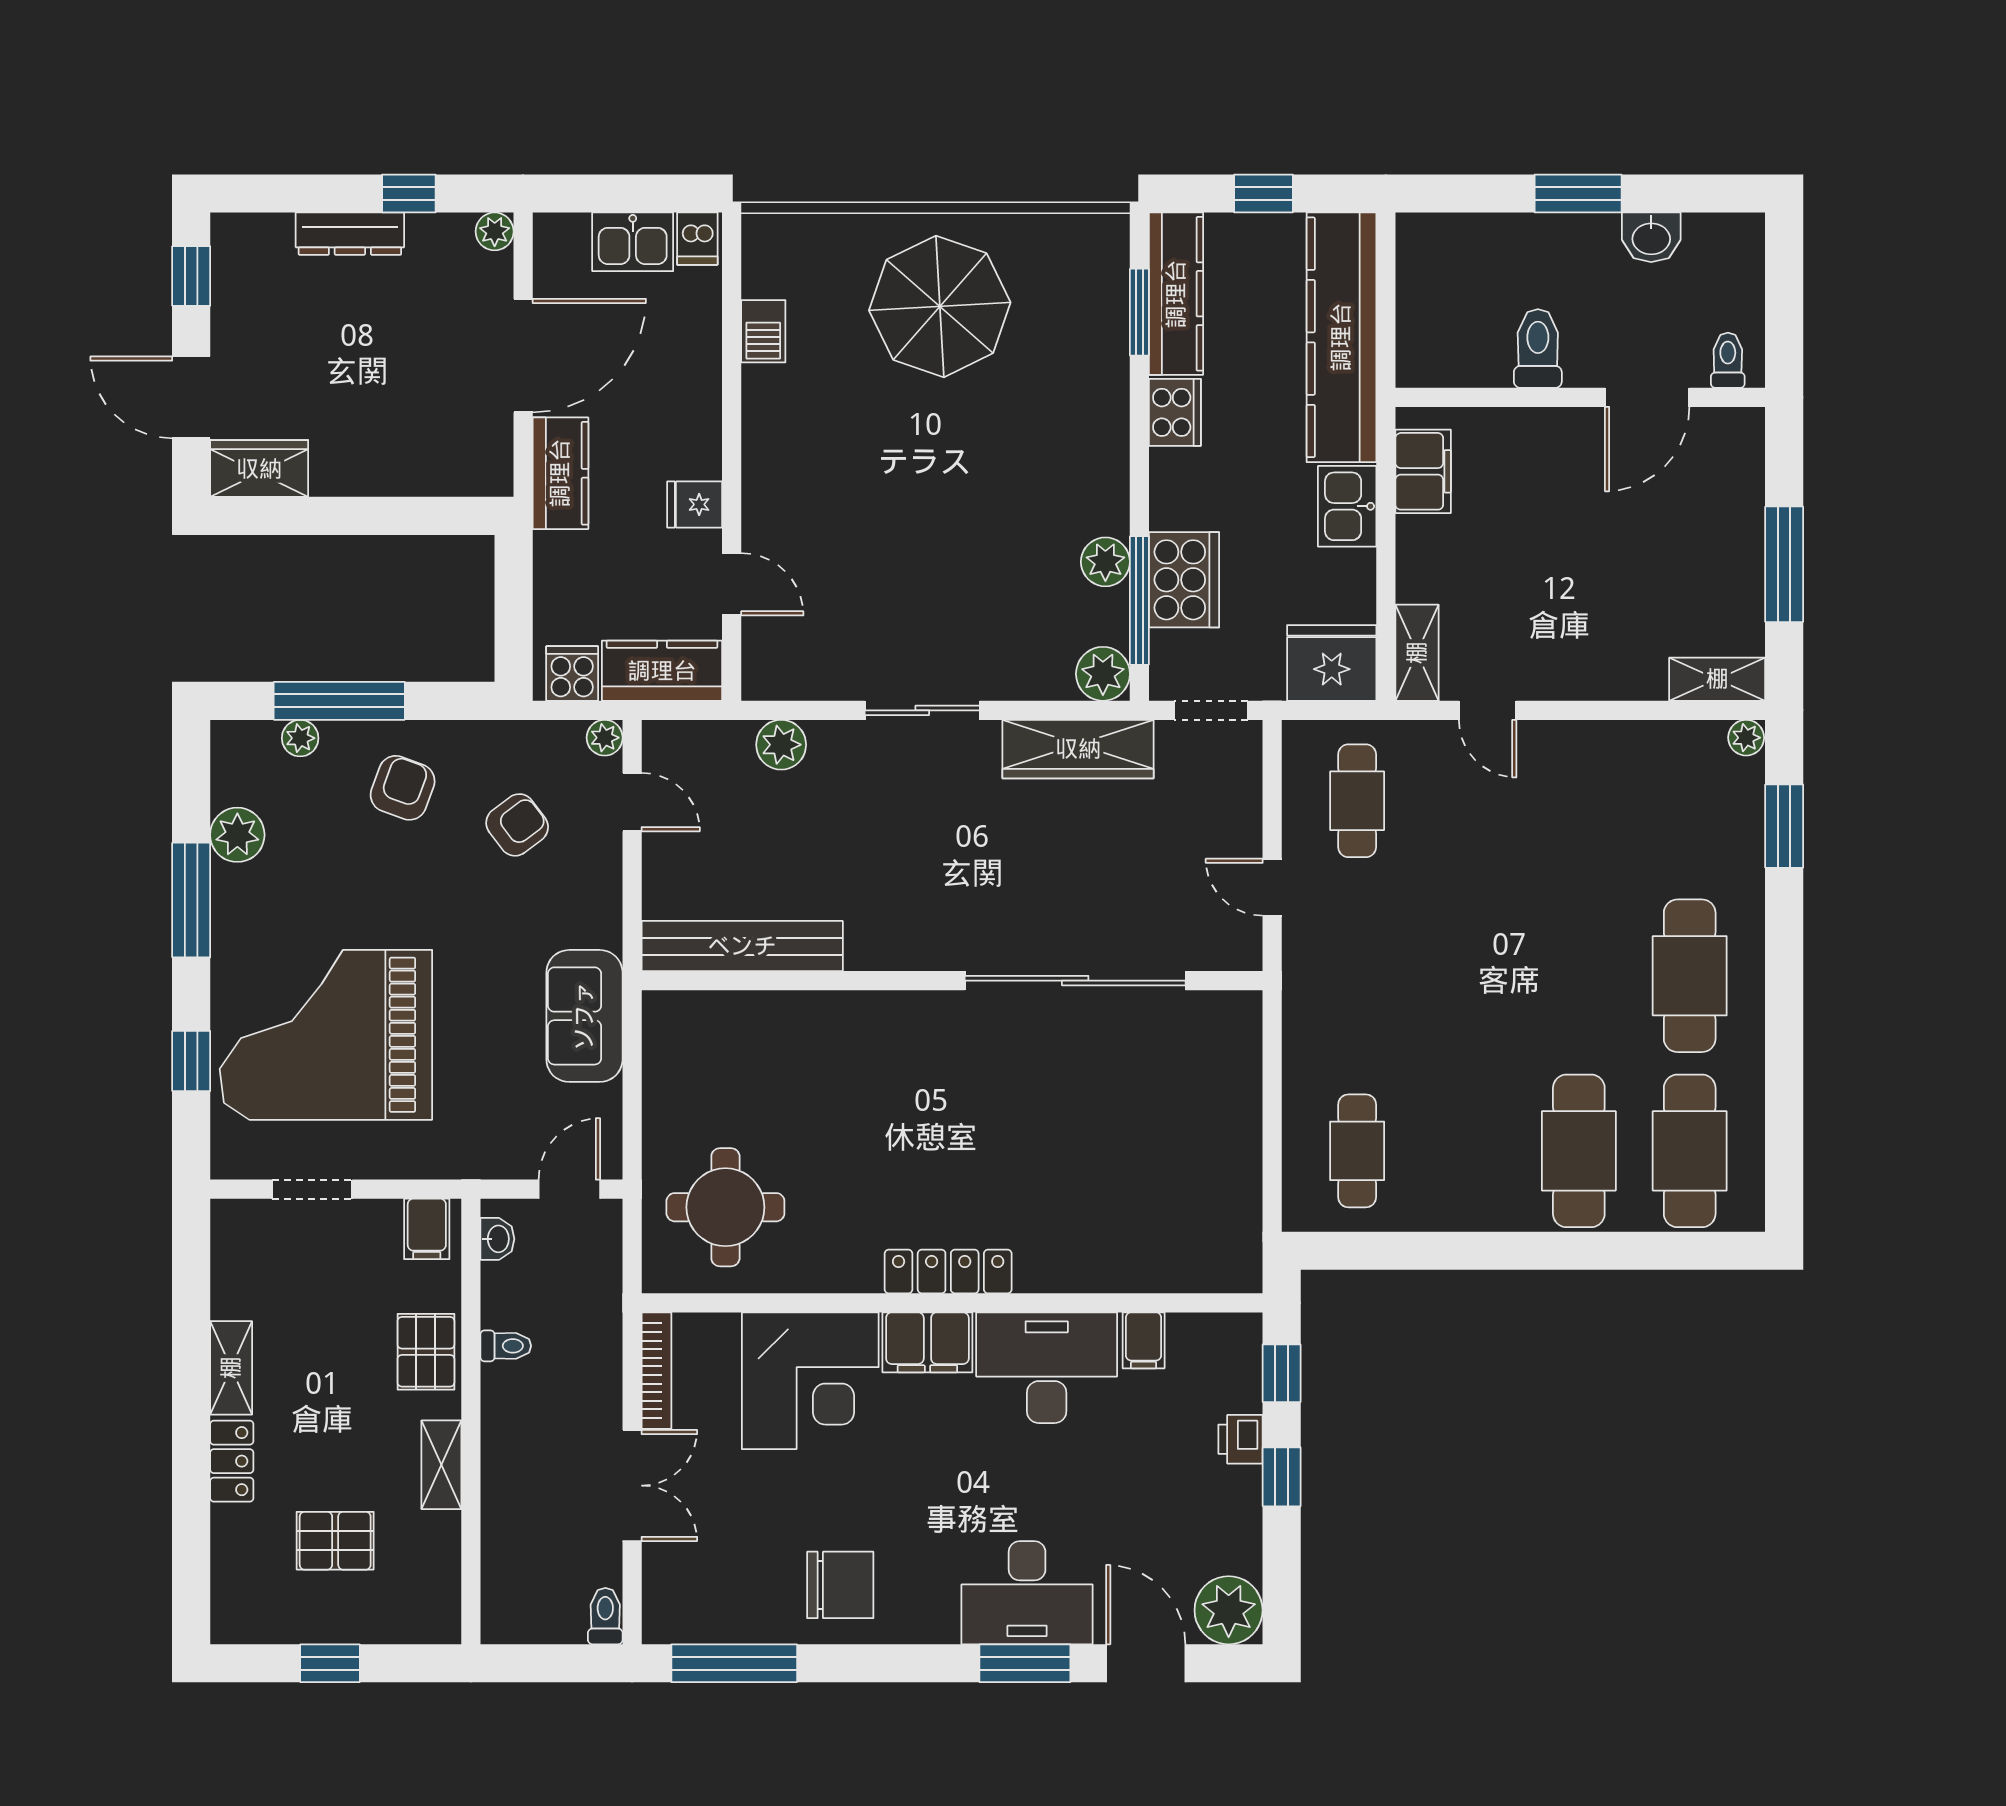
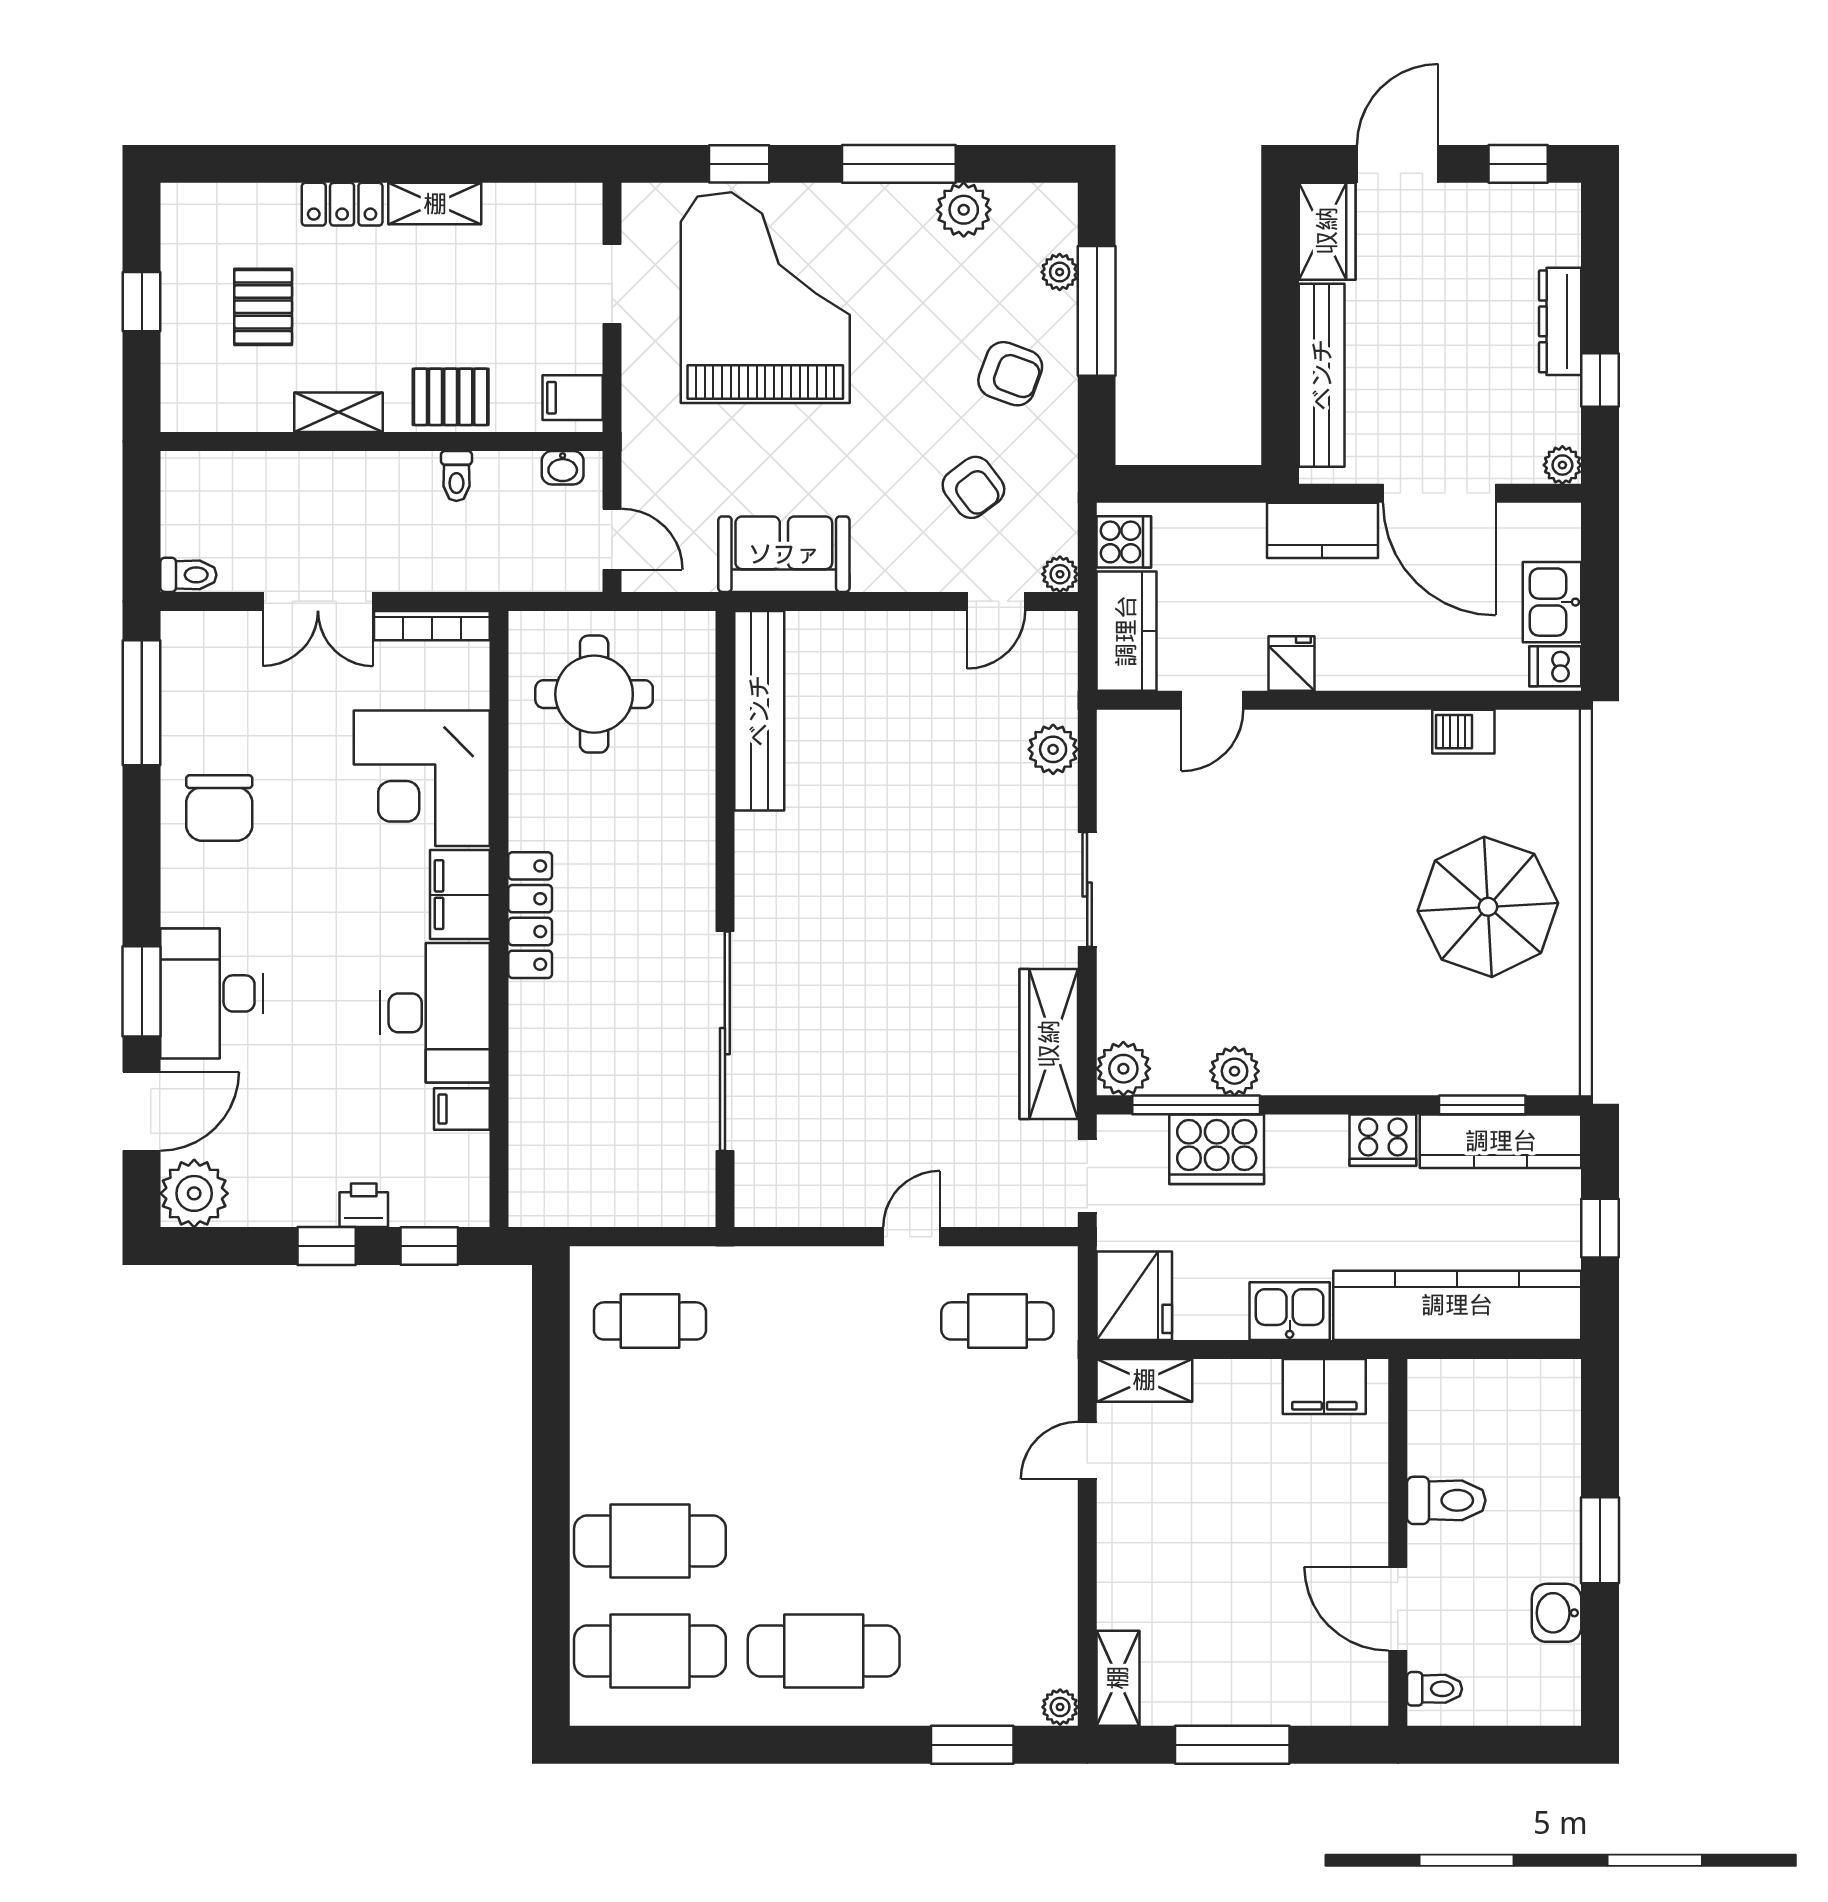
bench: (404, 474) -> (1322, 375), added
bench: (742, 946) -> (759, 711), moved
wall: (952, 981) -> (725, 919), moved
sliding door: (1075, 981) -> (725, 1041), moved

